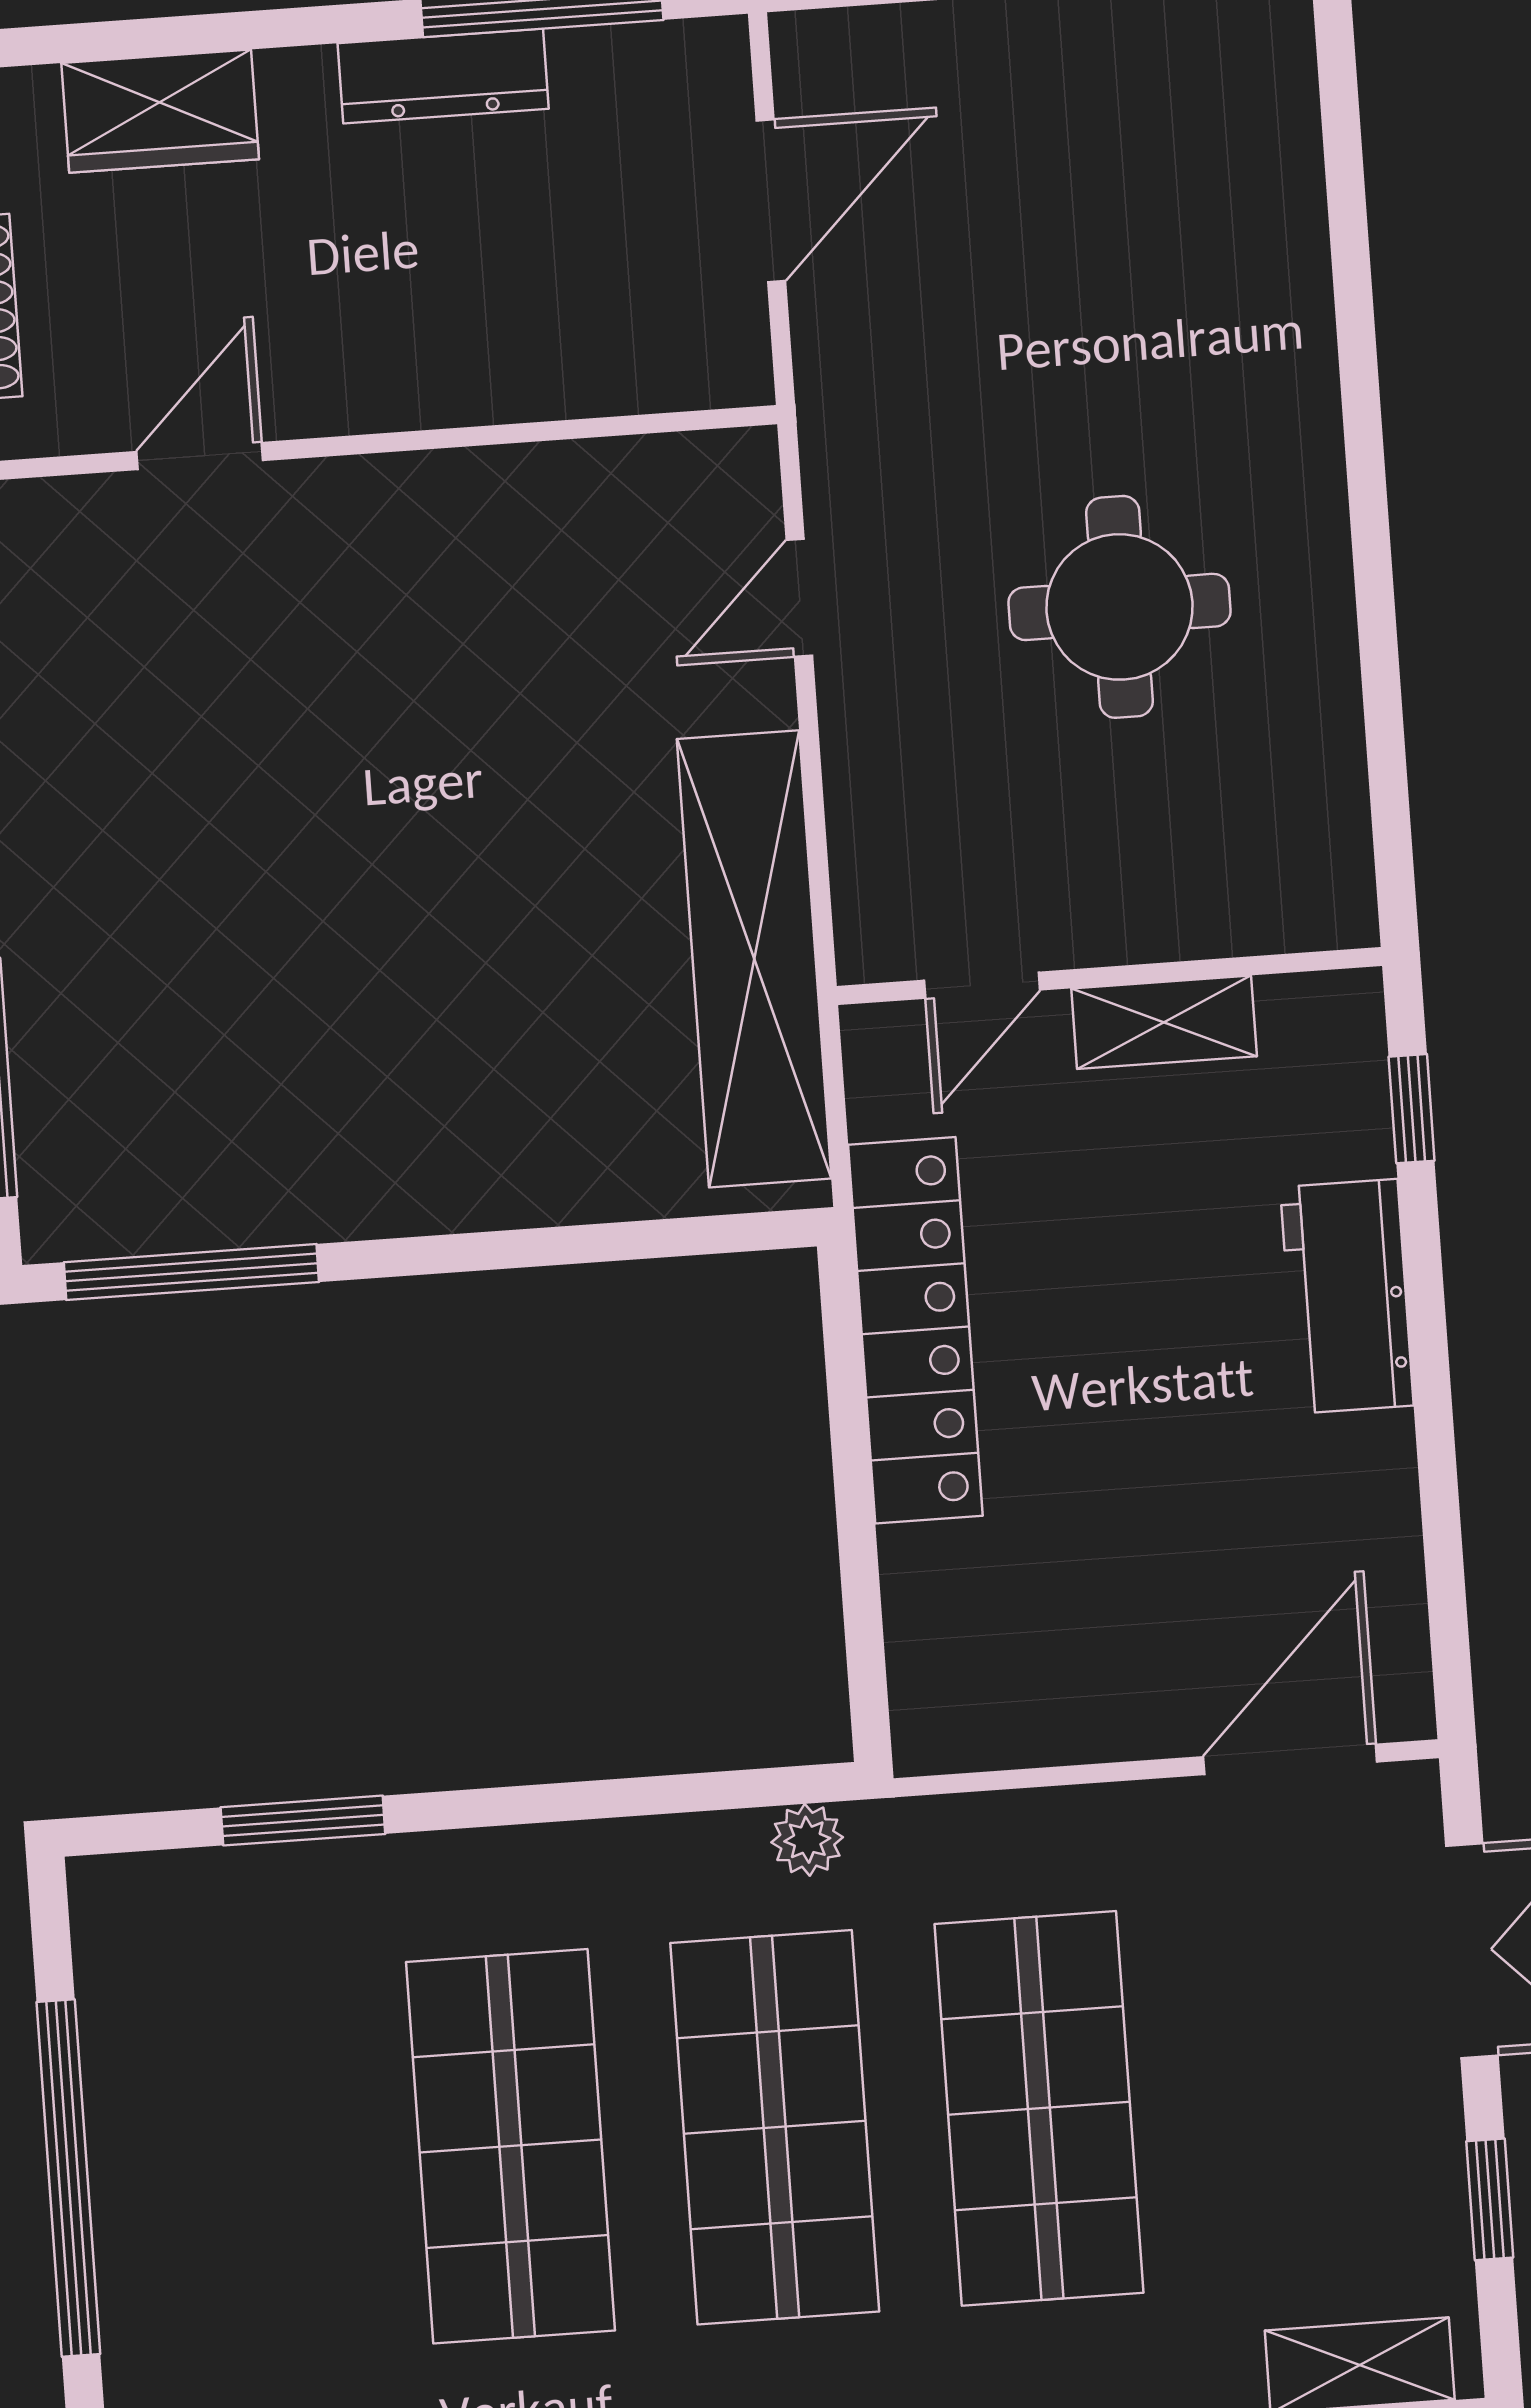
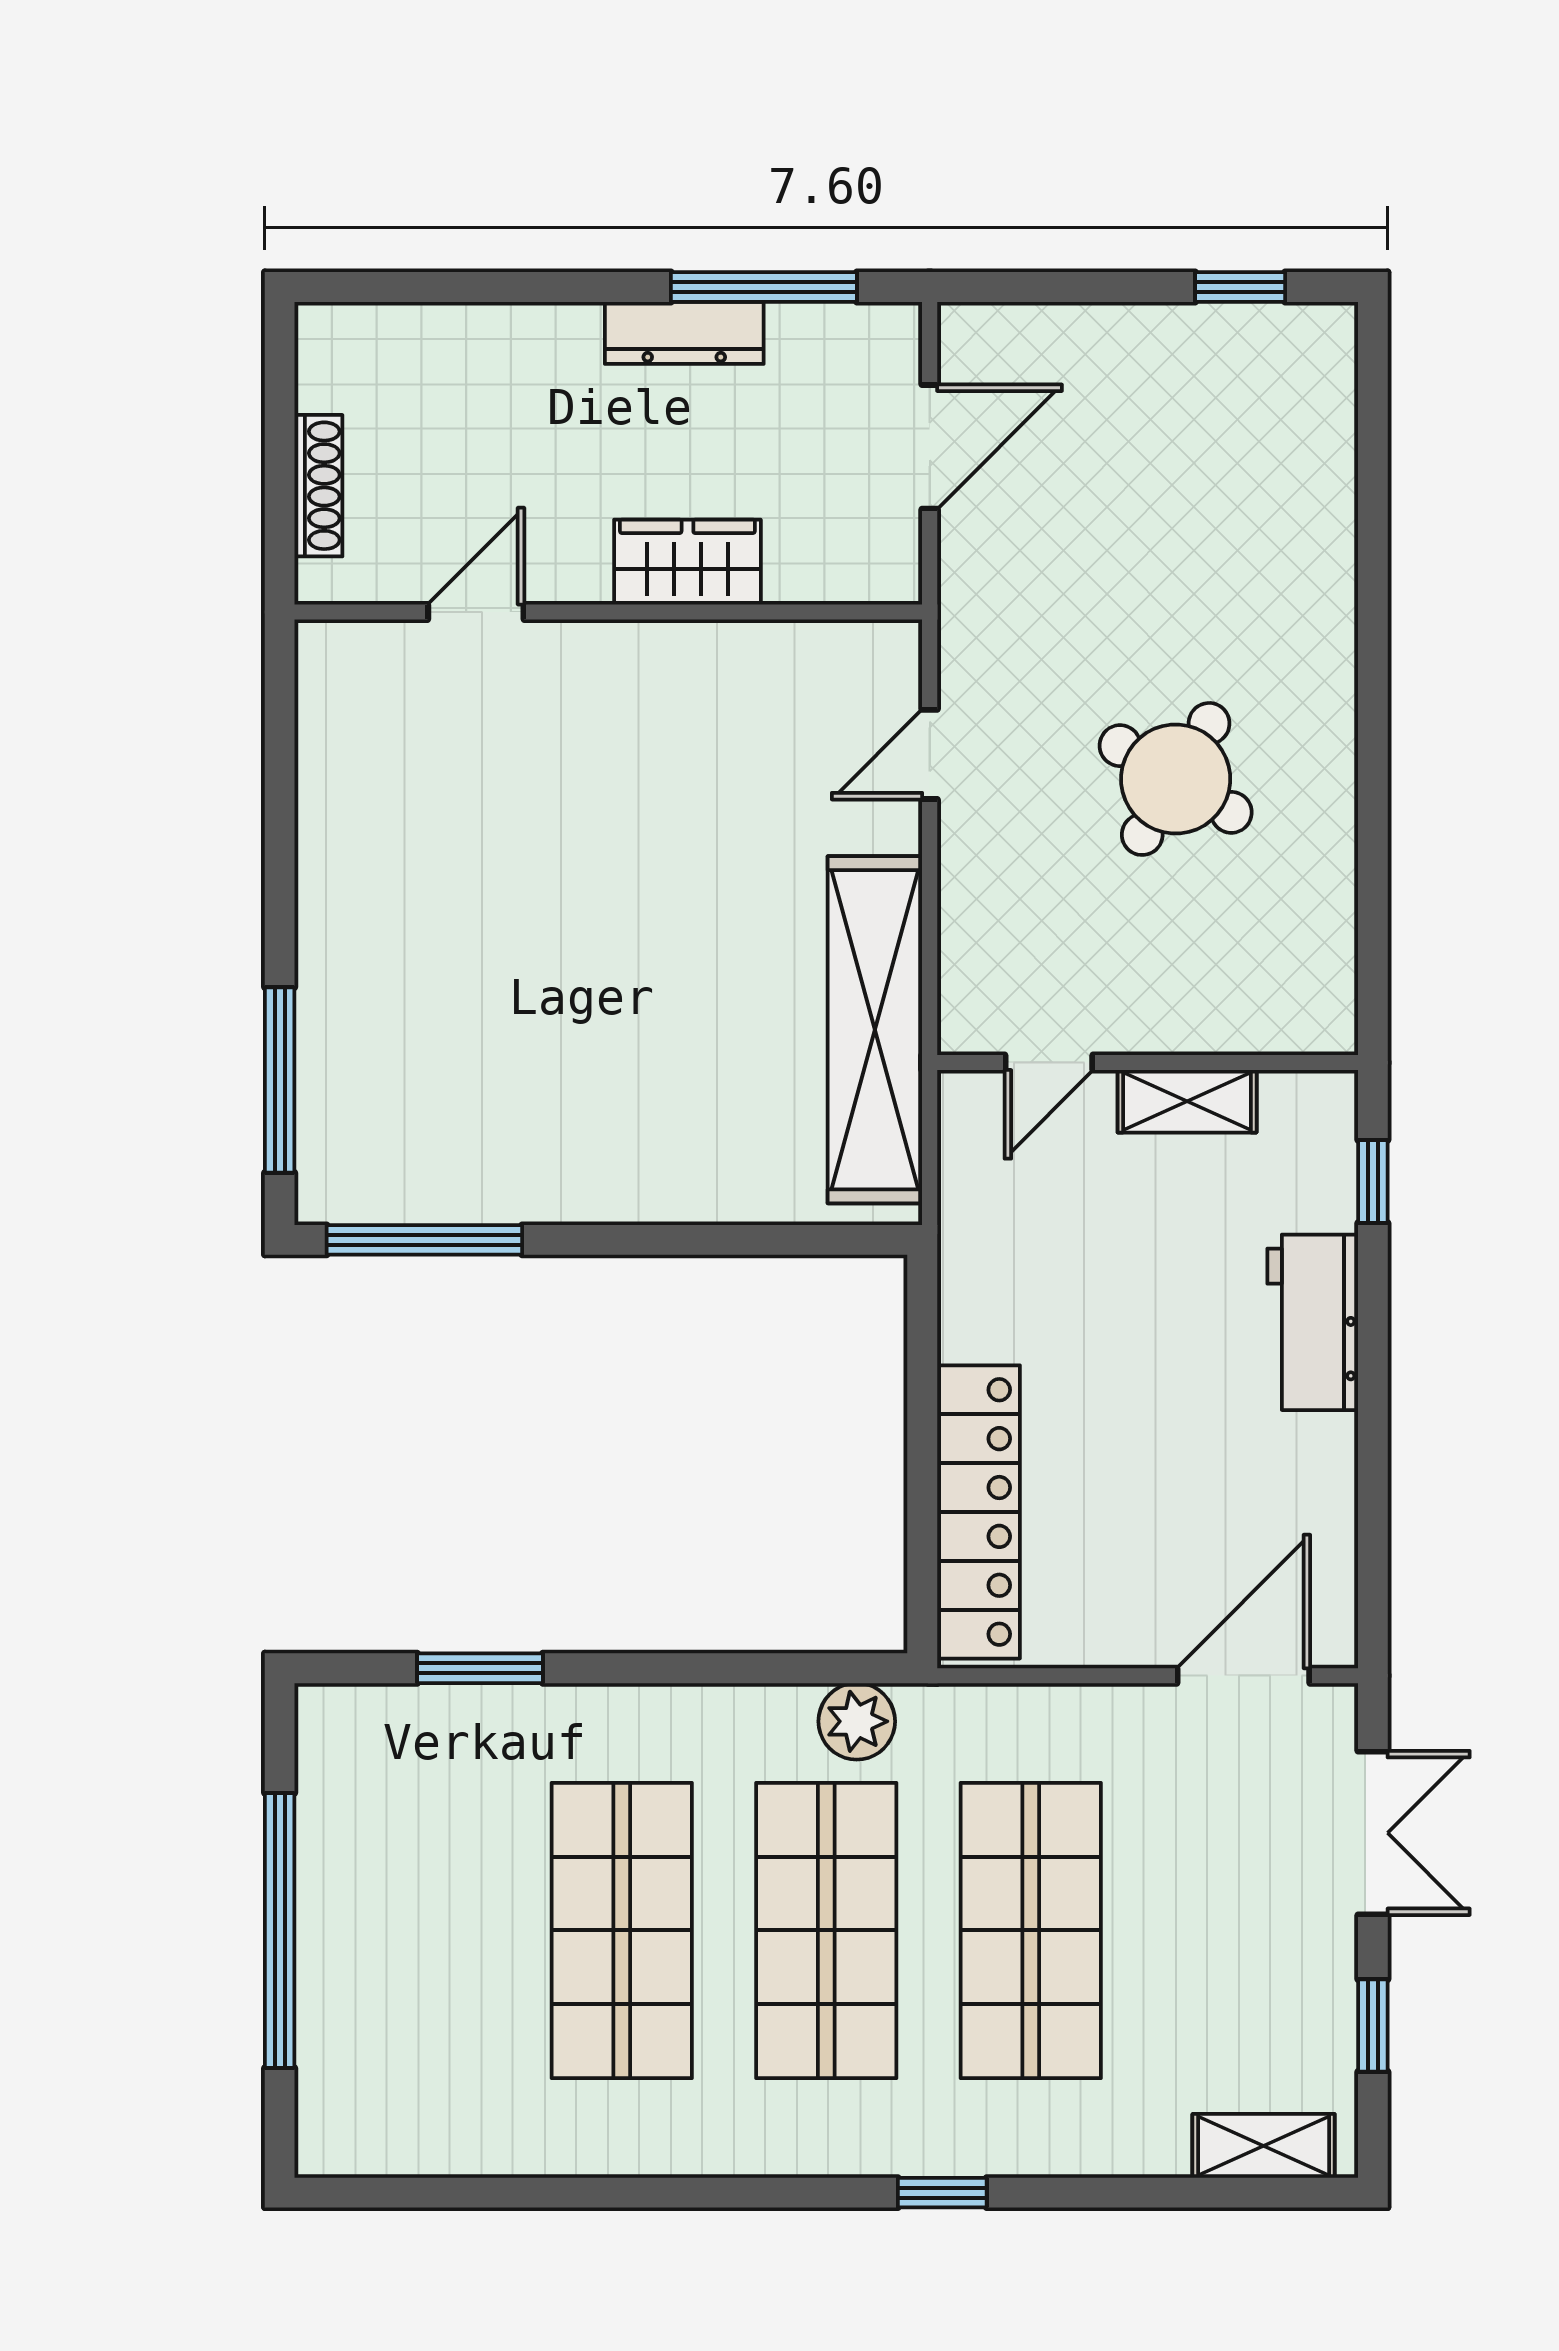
wardrobe: (160, 111) -> (687, 562), moved, turned 180
round table: (1120, 607) -> (1176, 779), turned 31
locker: (915, 1330) -> (979, 1512), moved
plant: (807, 1840) -> (857, 1721), width x1.38, depth x1.38

